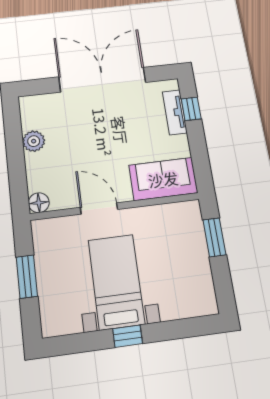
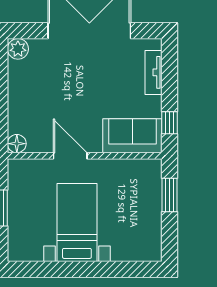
window: (191, 109) -> (170, 123), moved
plant: (34, 141) -> (18, 49), moved
window: (128, 336) -> (80, 269), removed

